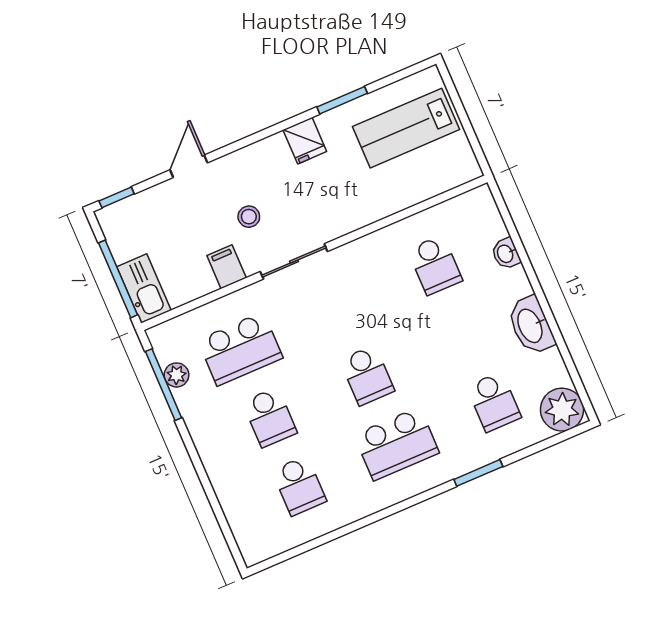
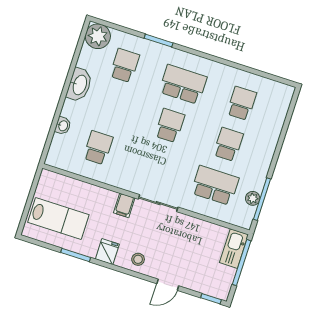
stool: (249, 217) -> (138, 259), moved
filing cabinet: (227, 267) -> (124, 205), moved

